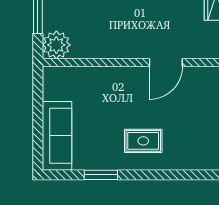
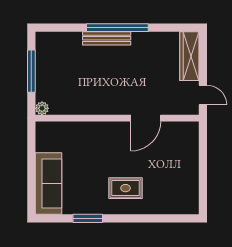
plant: (56, 45) -> (42, 108), width x0.53, depth x0.53

